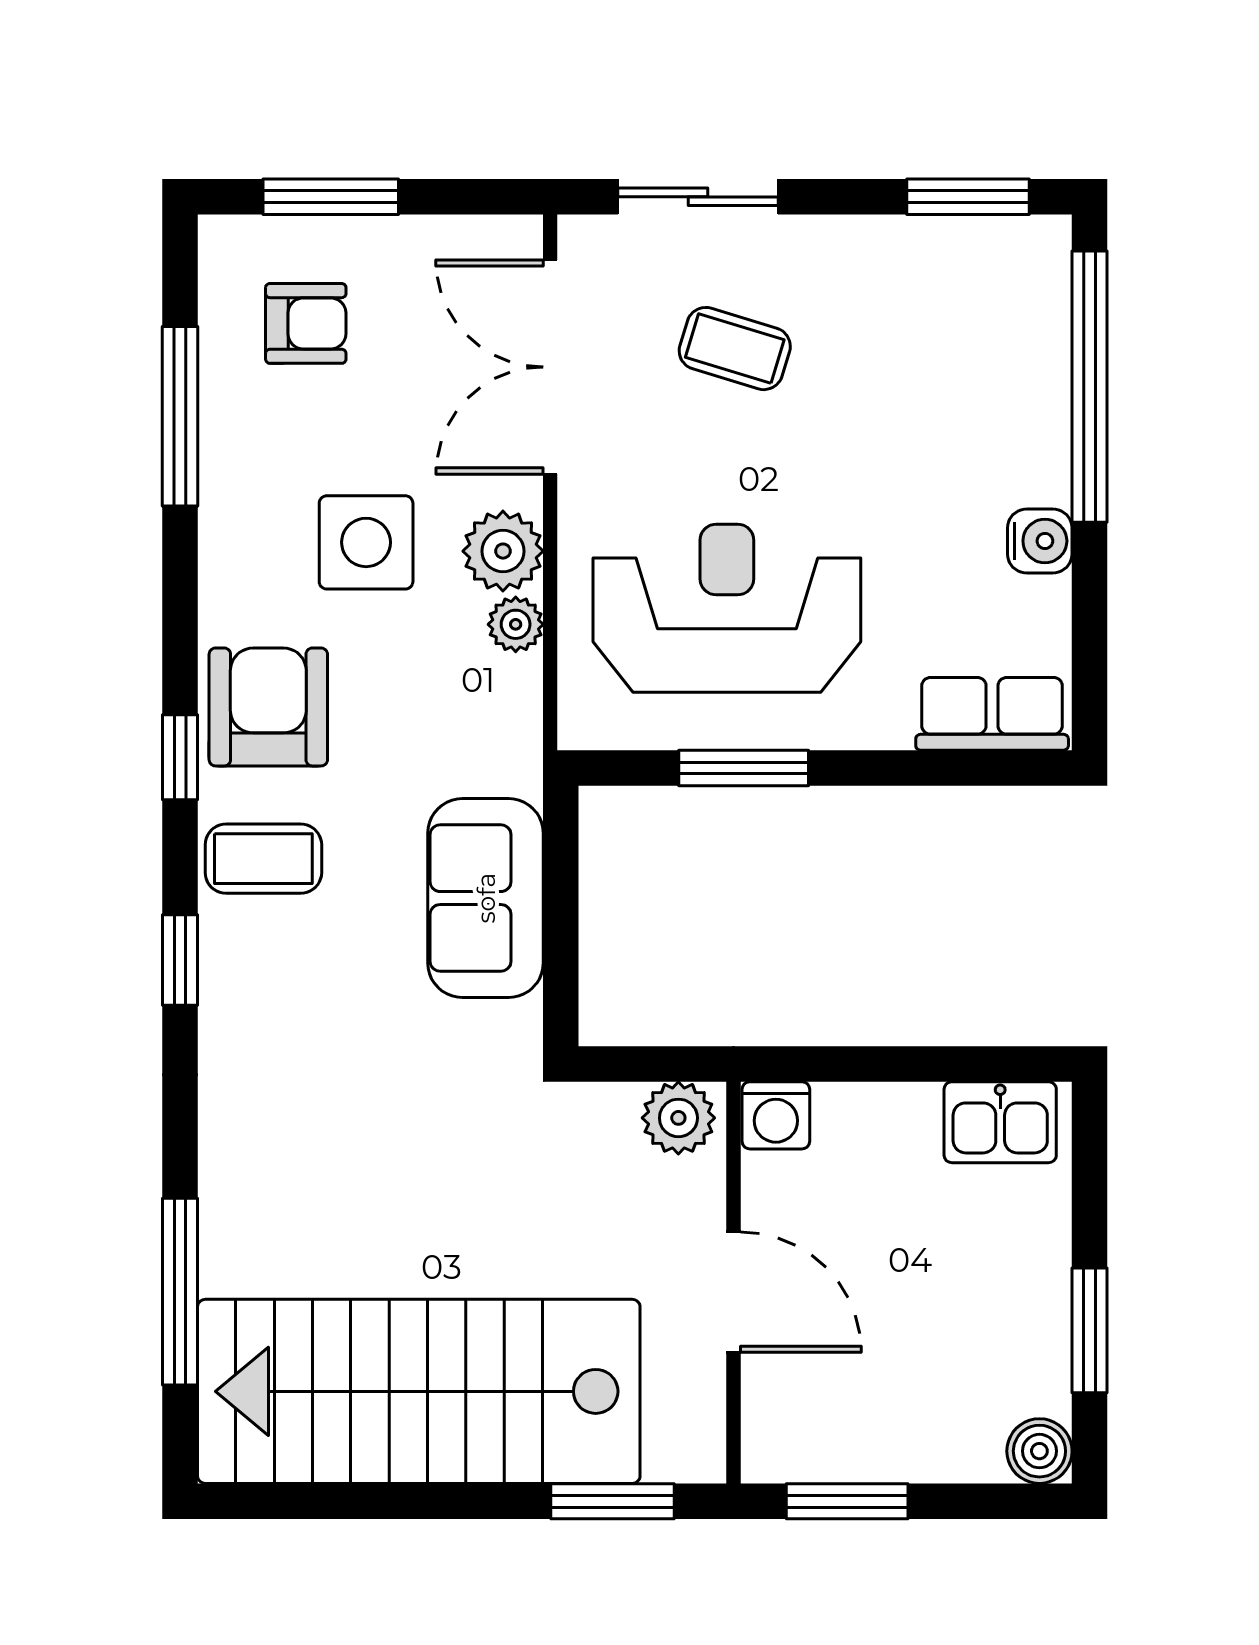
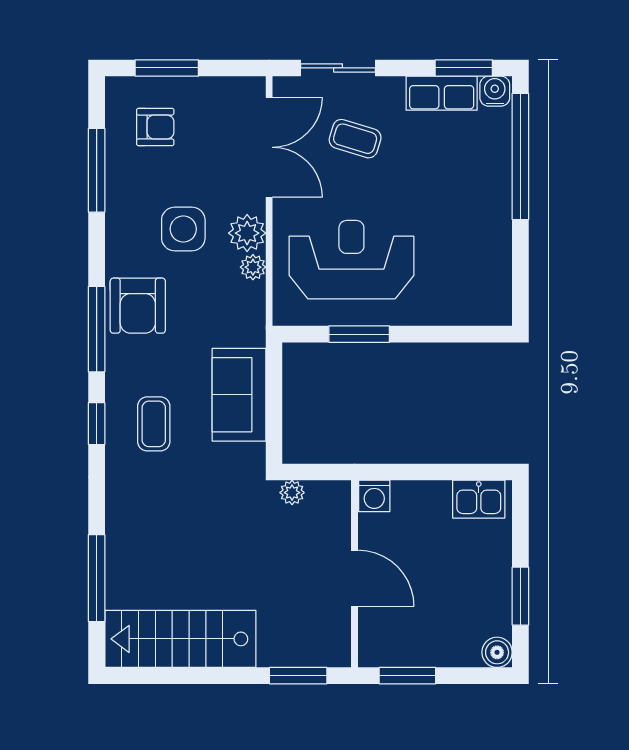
double door: (550, 367) -> (269, 147), swing flipped
water cooler: (1040, 541) -> (495, 91), moved, turned -90
armchair: (268, 707) -> (138, 306), turned 180
row of seats: (992, 714) -> (442, 93), moved, turned 180
window: (180, 757) -> (97, 329), width x2.17
coffee table: (263, 859) -> (154, 424), moved, turned 90
plant: (678, 1118) -> (292, 493), moved, width x0.73, depth x0.73
stairs: (419, 1391) -> (180, 639), width x0.73, depth x0.66

